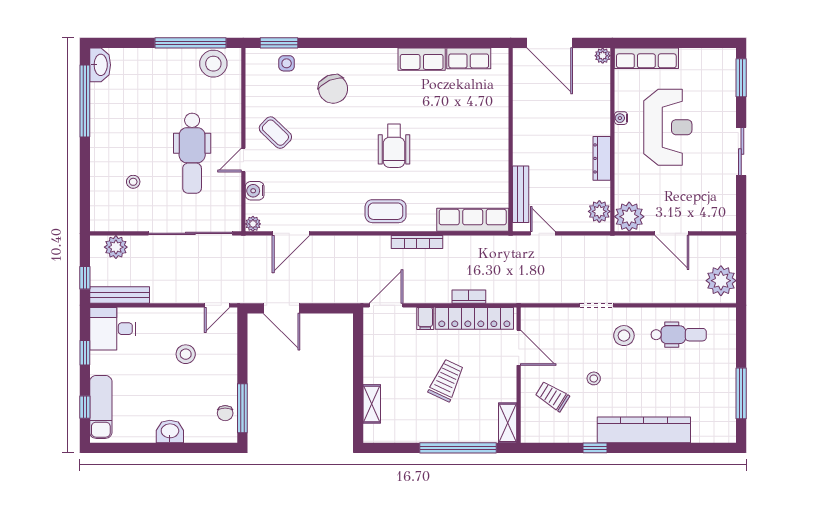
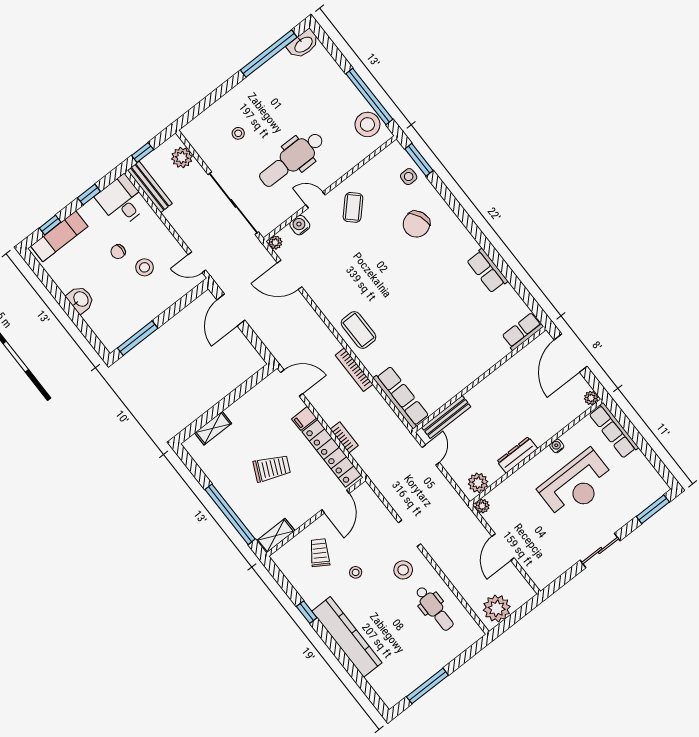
row of seats: (469, 58) -> (523, 331), moved, turned 90
wheelchair: (394, 146) -> (410, 299), removed
plant: (629, 217) -> (482, 506), width x0.53, depth x0.53
chair: (225, 413) -> (118, 252), moved

